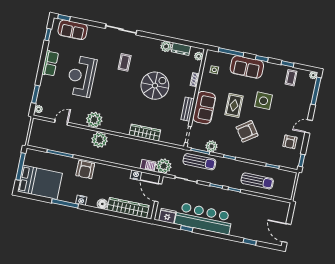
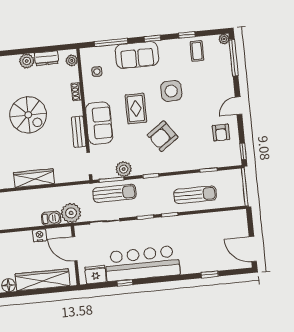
spiral stairs: (155, 86) -> (28, 115), turned 90

